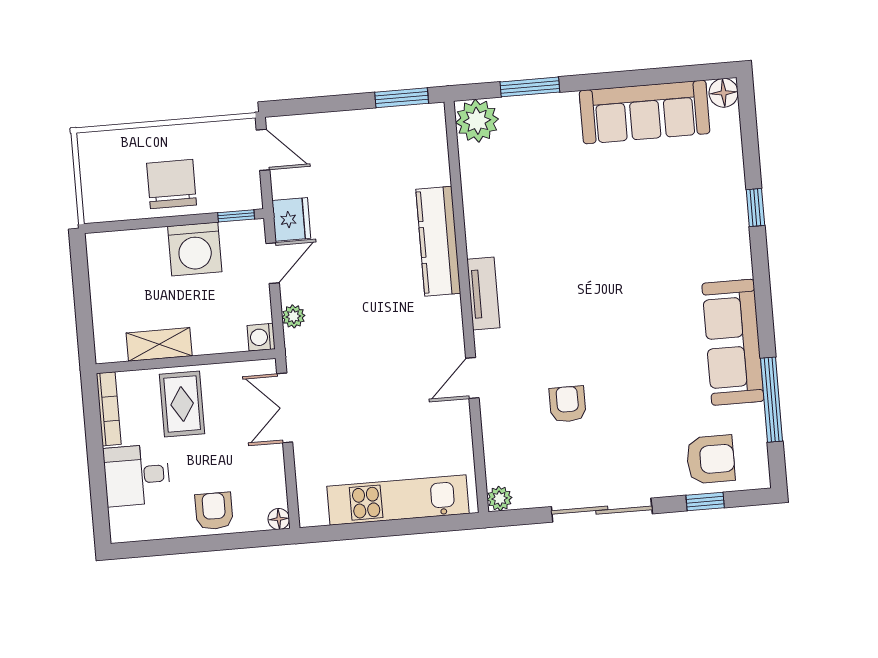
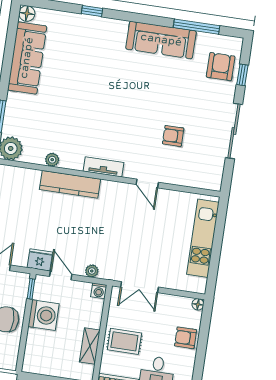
plant: (500, 499) -> (52, 160), moved

